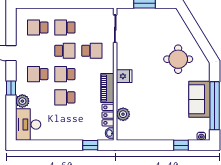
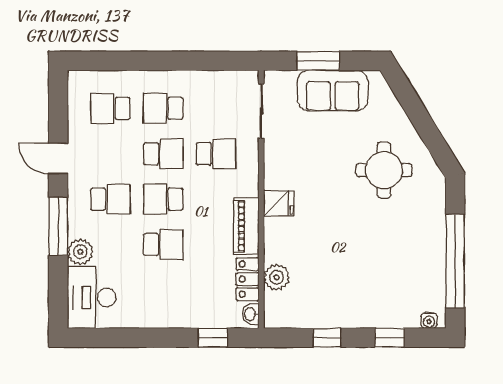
school desk: (38, 74) -> (110, 199), turned 180
window: (11, 88) -> (58, 226), width x2.17
school desk: (65, 97) -> (163, 245), turned 180
sofa: (199, 99) -> (333, 91), moved, turned -90
window: (149, 145) -> (327, 338), added

